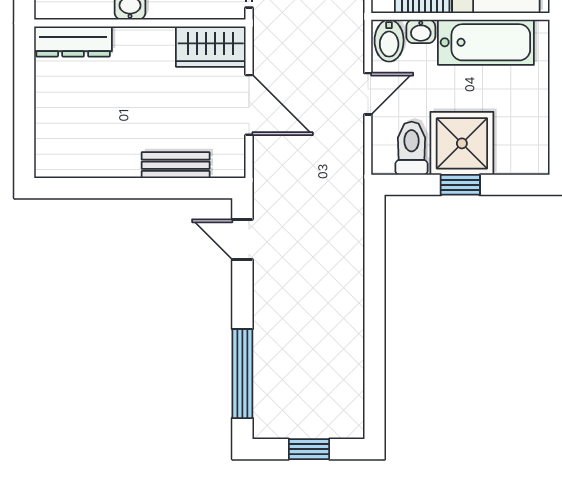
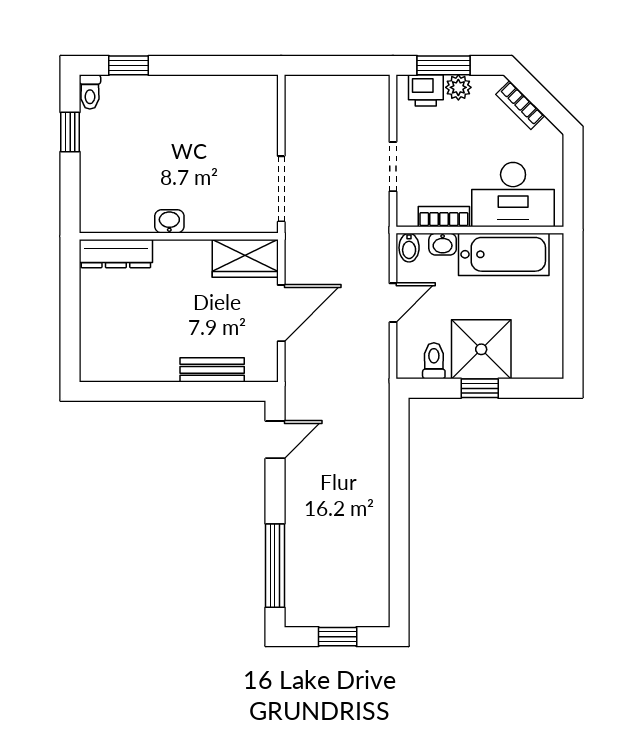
bidet: (389, 41) -> (409, 248), width x0.72, depth x0.74
door: (249, 105) -> (281, 313), hinge flipped
toilet: (412, 148) -> (434, 361), width x0.73, depth x0.72
door: (242, 240) -> (275, 440), swing flipped

